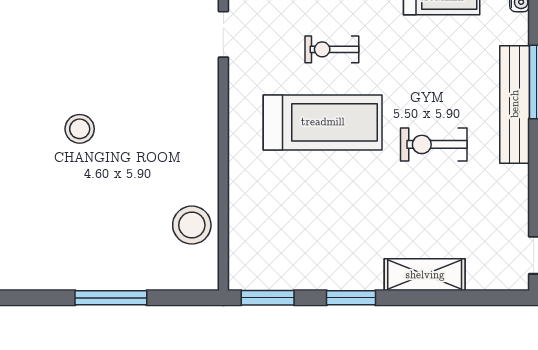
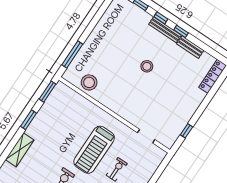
window: (111, 298) -> (72, 55), moved

